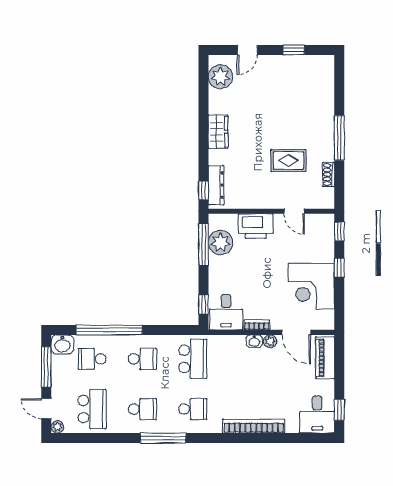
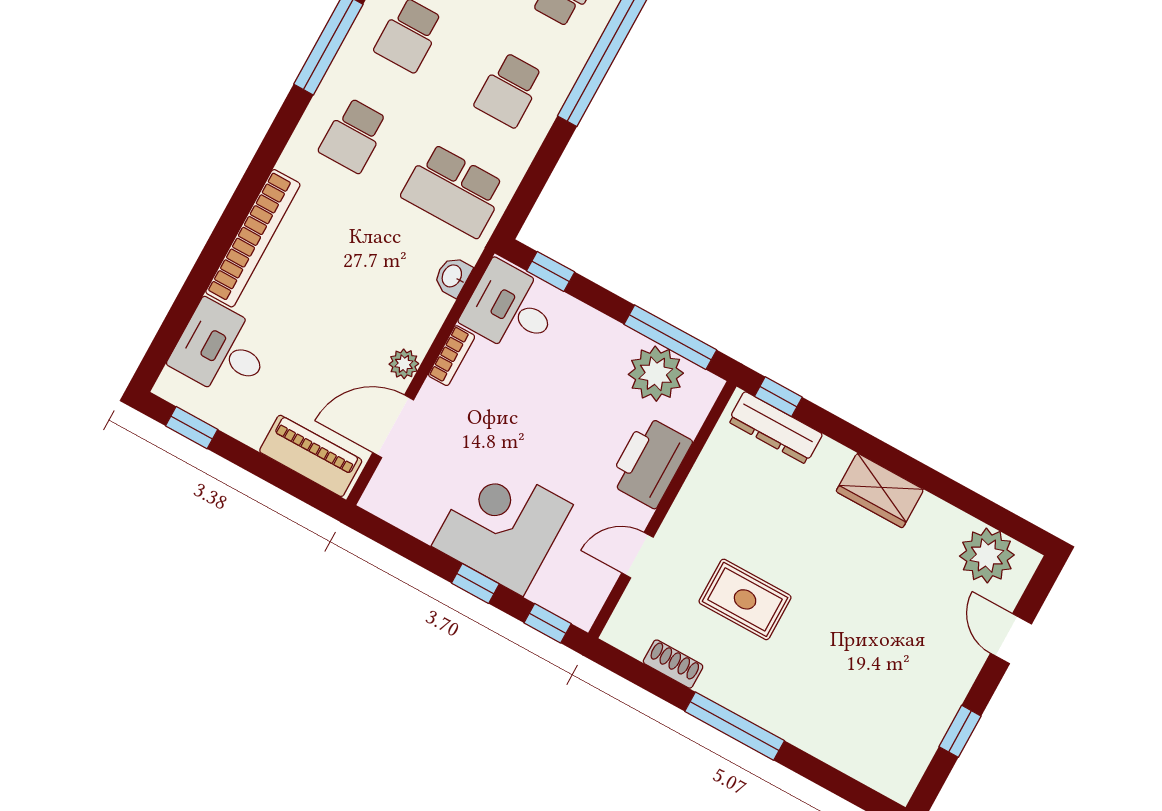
rug: (288, 160) -> (745, 599), turned 90
corner desk: (311, 286) -> (502, 525), moved
washbasin: (254, 341) -> (453, 276), moved
desk: (317, 414) -> (221, 350), moved

